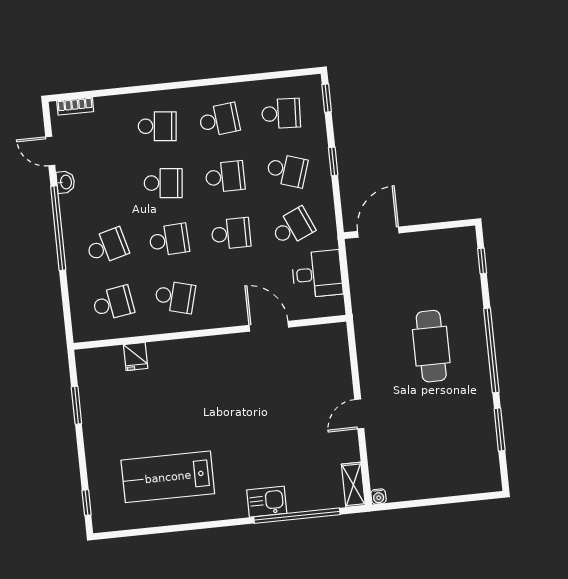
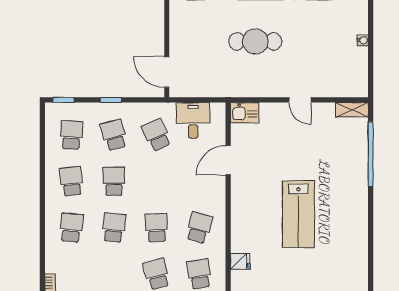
school desk: (287, 170) -> (114, 135), turned -33
school desk: (231, 234) -> (157, 181), removed
lab bench: (168, 477) -> (298, 214), moved
water cooler: (378, 497) -> (363, 40), moved
kitchen sink: (267, 502) -> (245, 113), moved, turned -90

